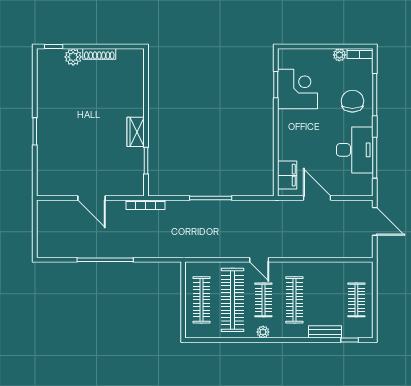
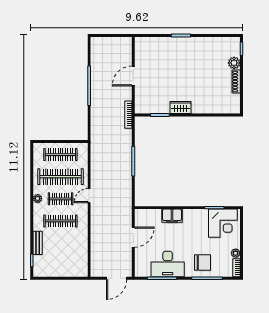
corner desk: (298, 89) -> (223, 223), moved
filing cabinet: (287, 175) -> (172, 216), moved
clothes rail: (356, 300) -> (60, 265), removed

